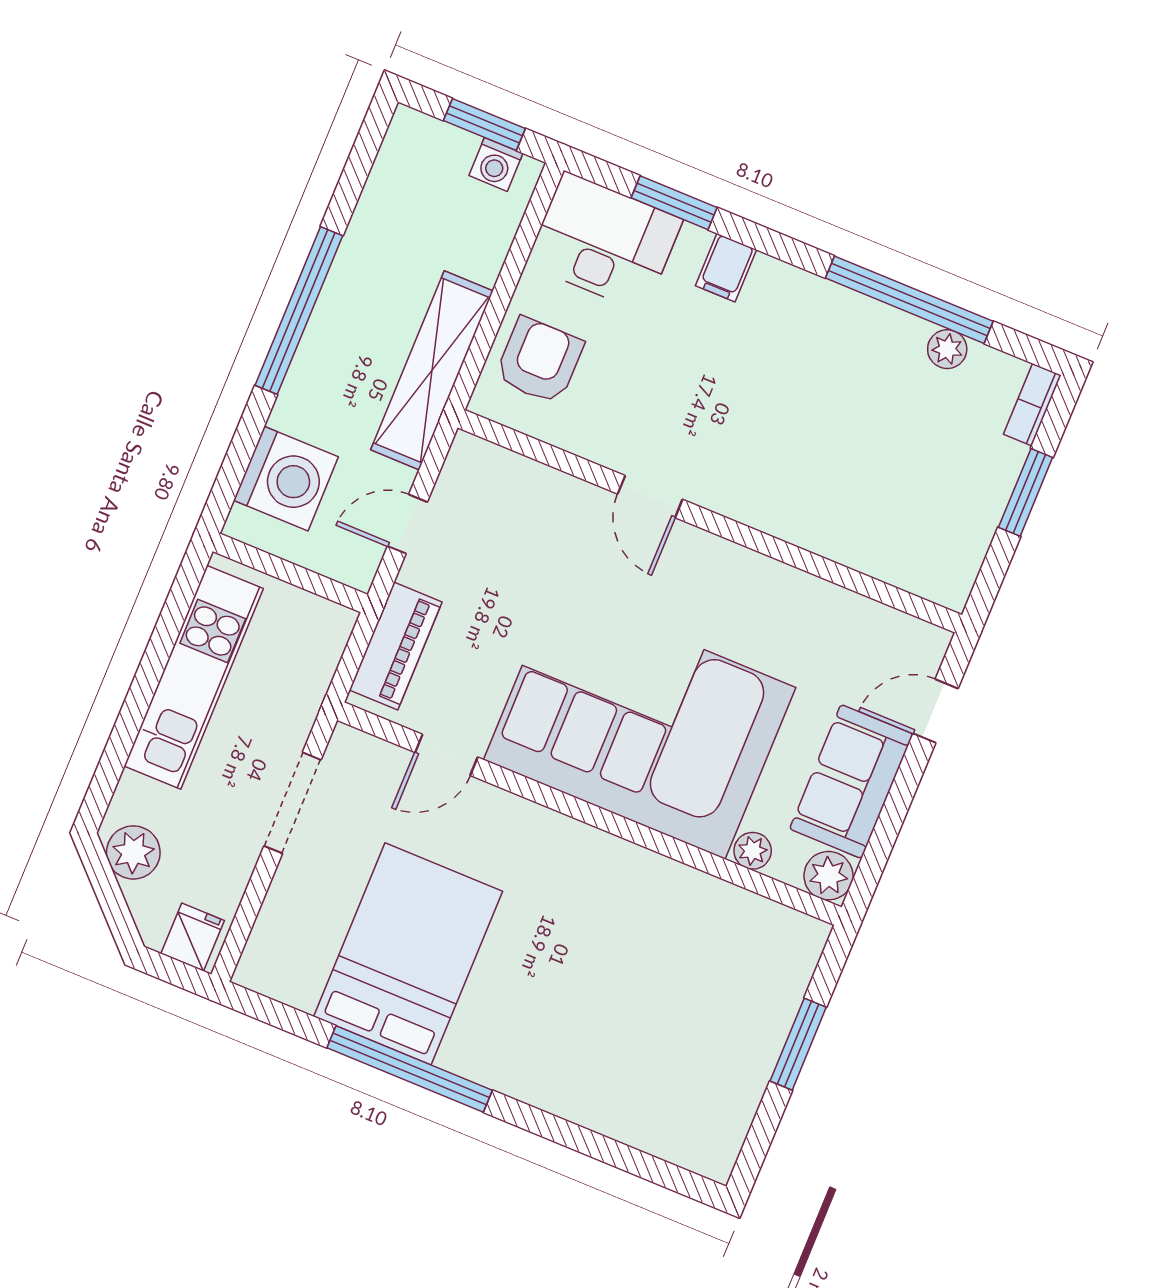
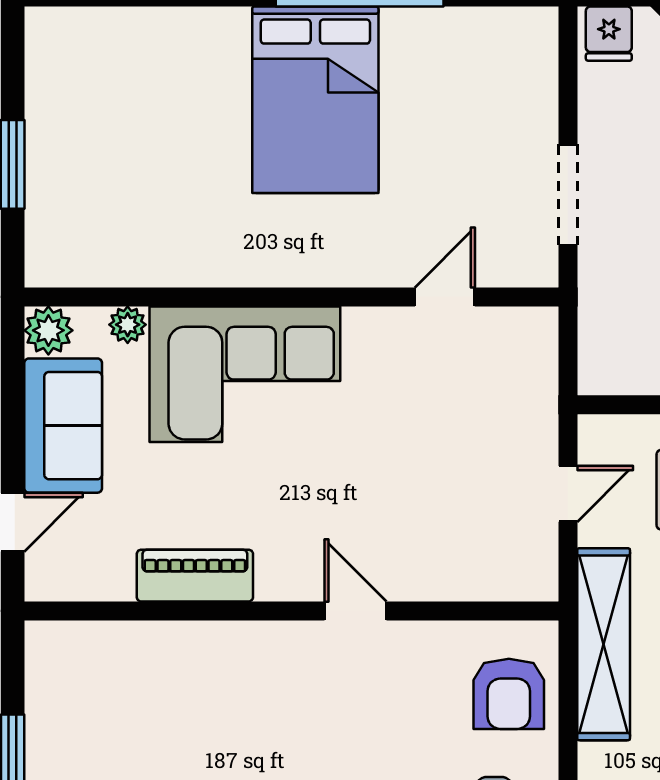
piano: (396, 646) -> (195, 576), moved, turned 90
corner sofa: (640, 724) -> (245, 374), width x0.73, depth x0.74
bed: (408, 954) -> (315, 100), moved

